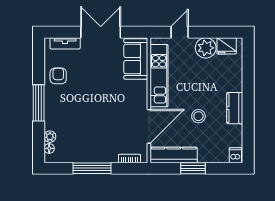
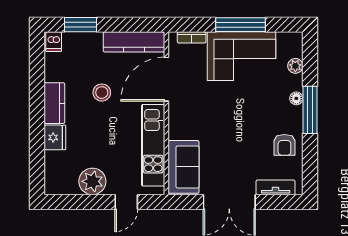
fridge: (227, 46) -> (55, 137), moved, turned 90
corner sofa: (91, 144) -> (242, 56), added
floor lamp: (49, 148) -> (296, 98), moved
window: (193, 168) -> (80, 25), moved

